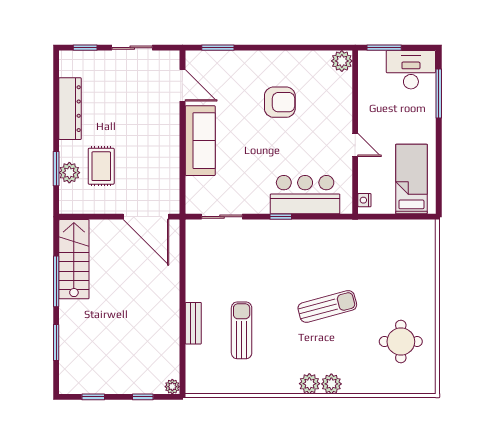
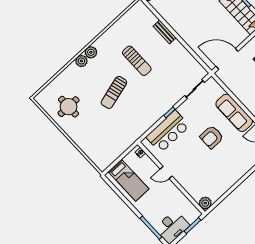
armchair: (280, 102) -> (212, 137), moved
sun lounger: (242, 330) -> (137, 61), moved

